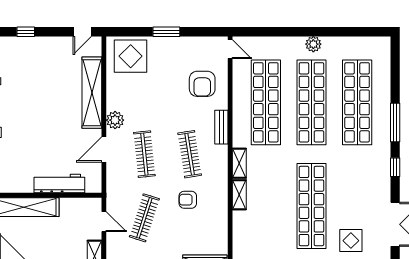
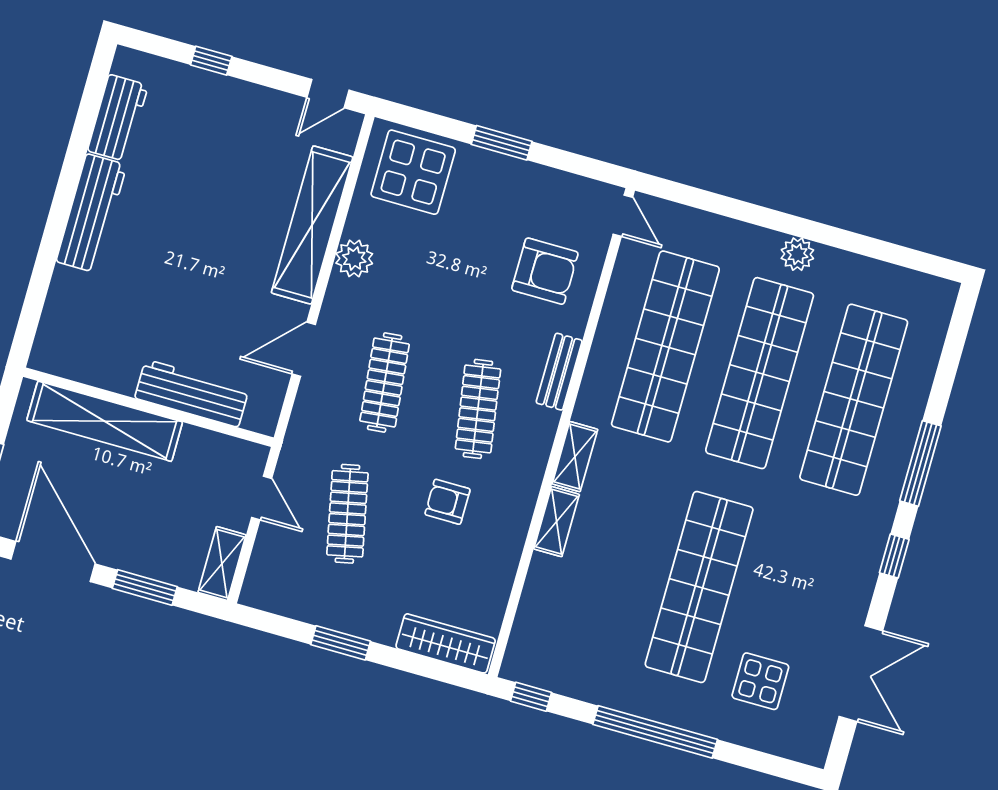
armchair: (202, 84) -> (545, 271), turned -90
plant: (115, 120) -> (354, 258), moved
clothes rail: (144, 218) -> (347, 514), turned -30

